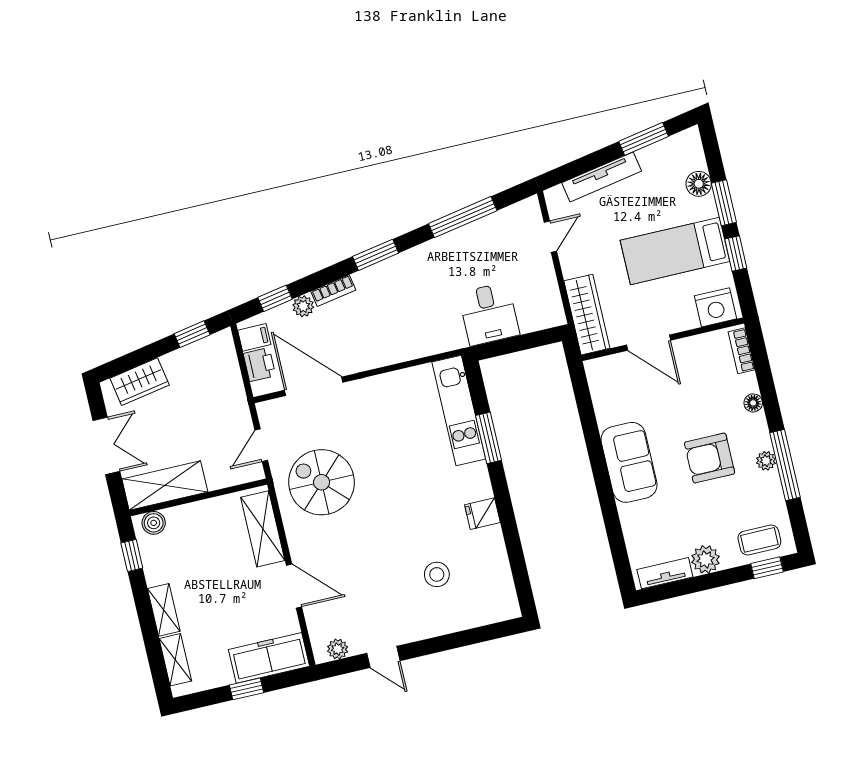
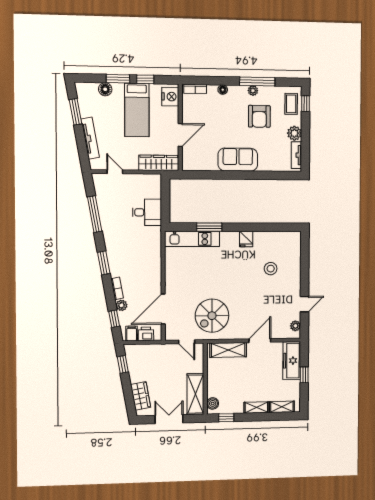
armchair: (710, 458) -> (259, 116), moved

